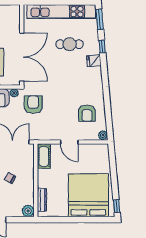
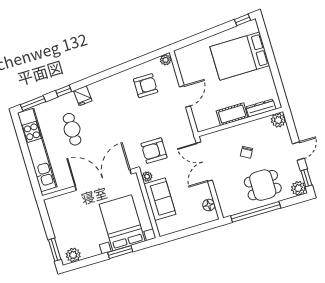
cot: (44, 156) -> (232, 114), moved
bed: (88, 195) -> (240, 56), width x0.73

